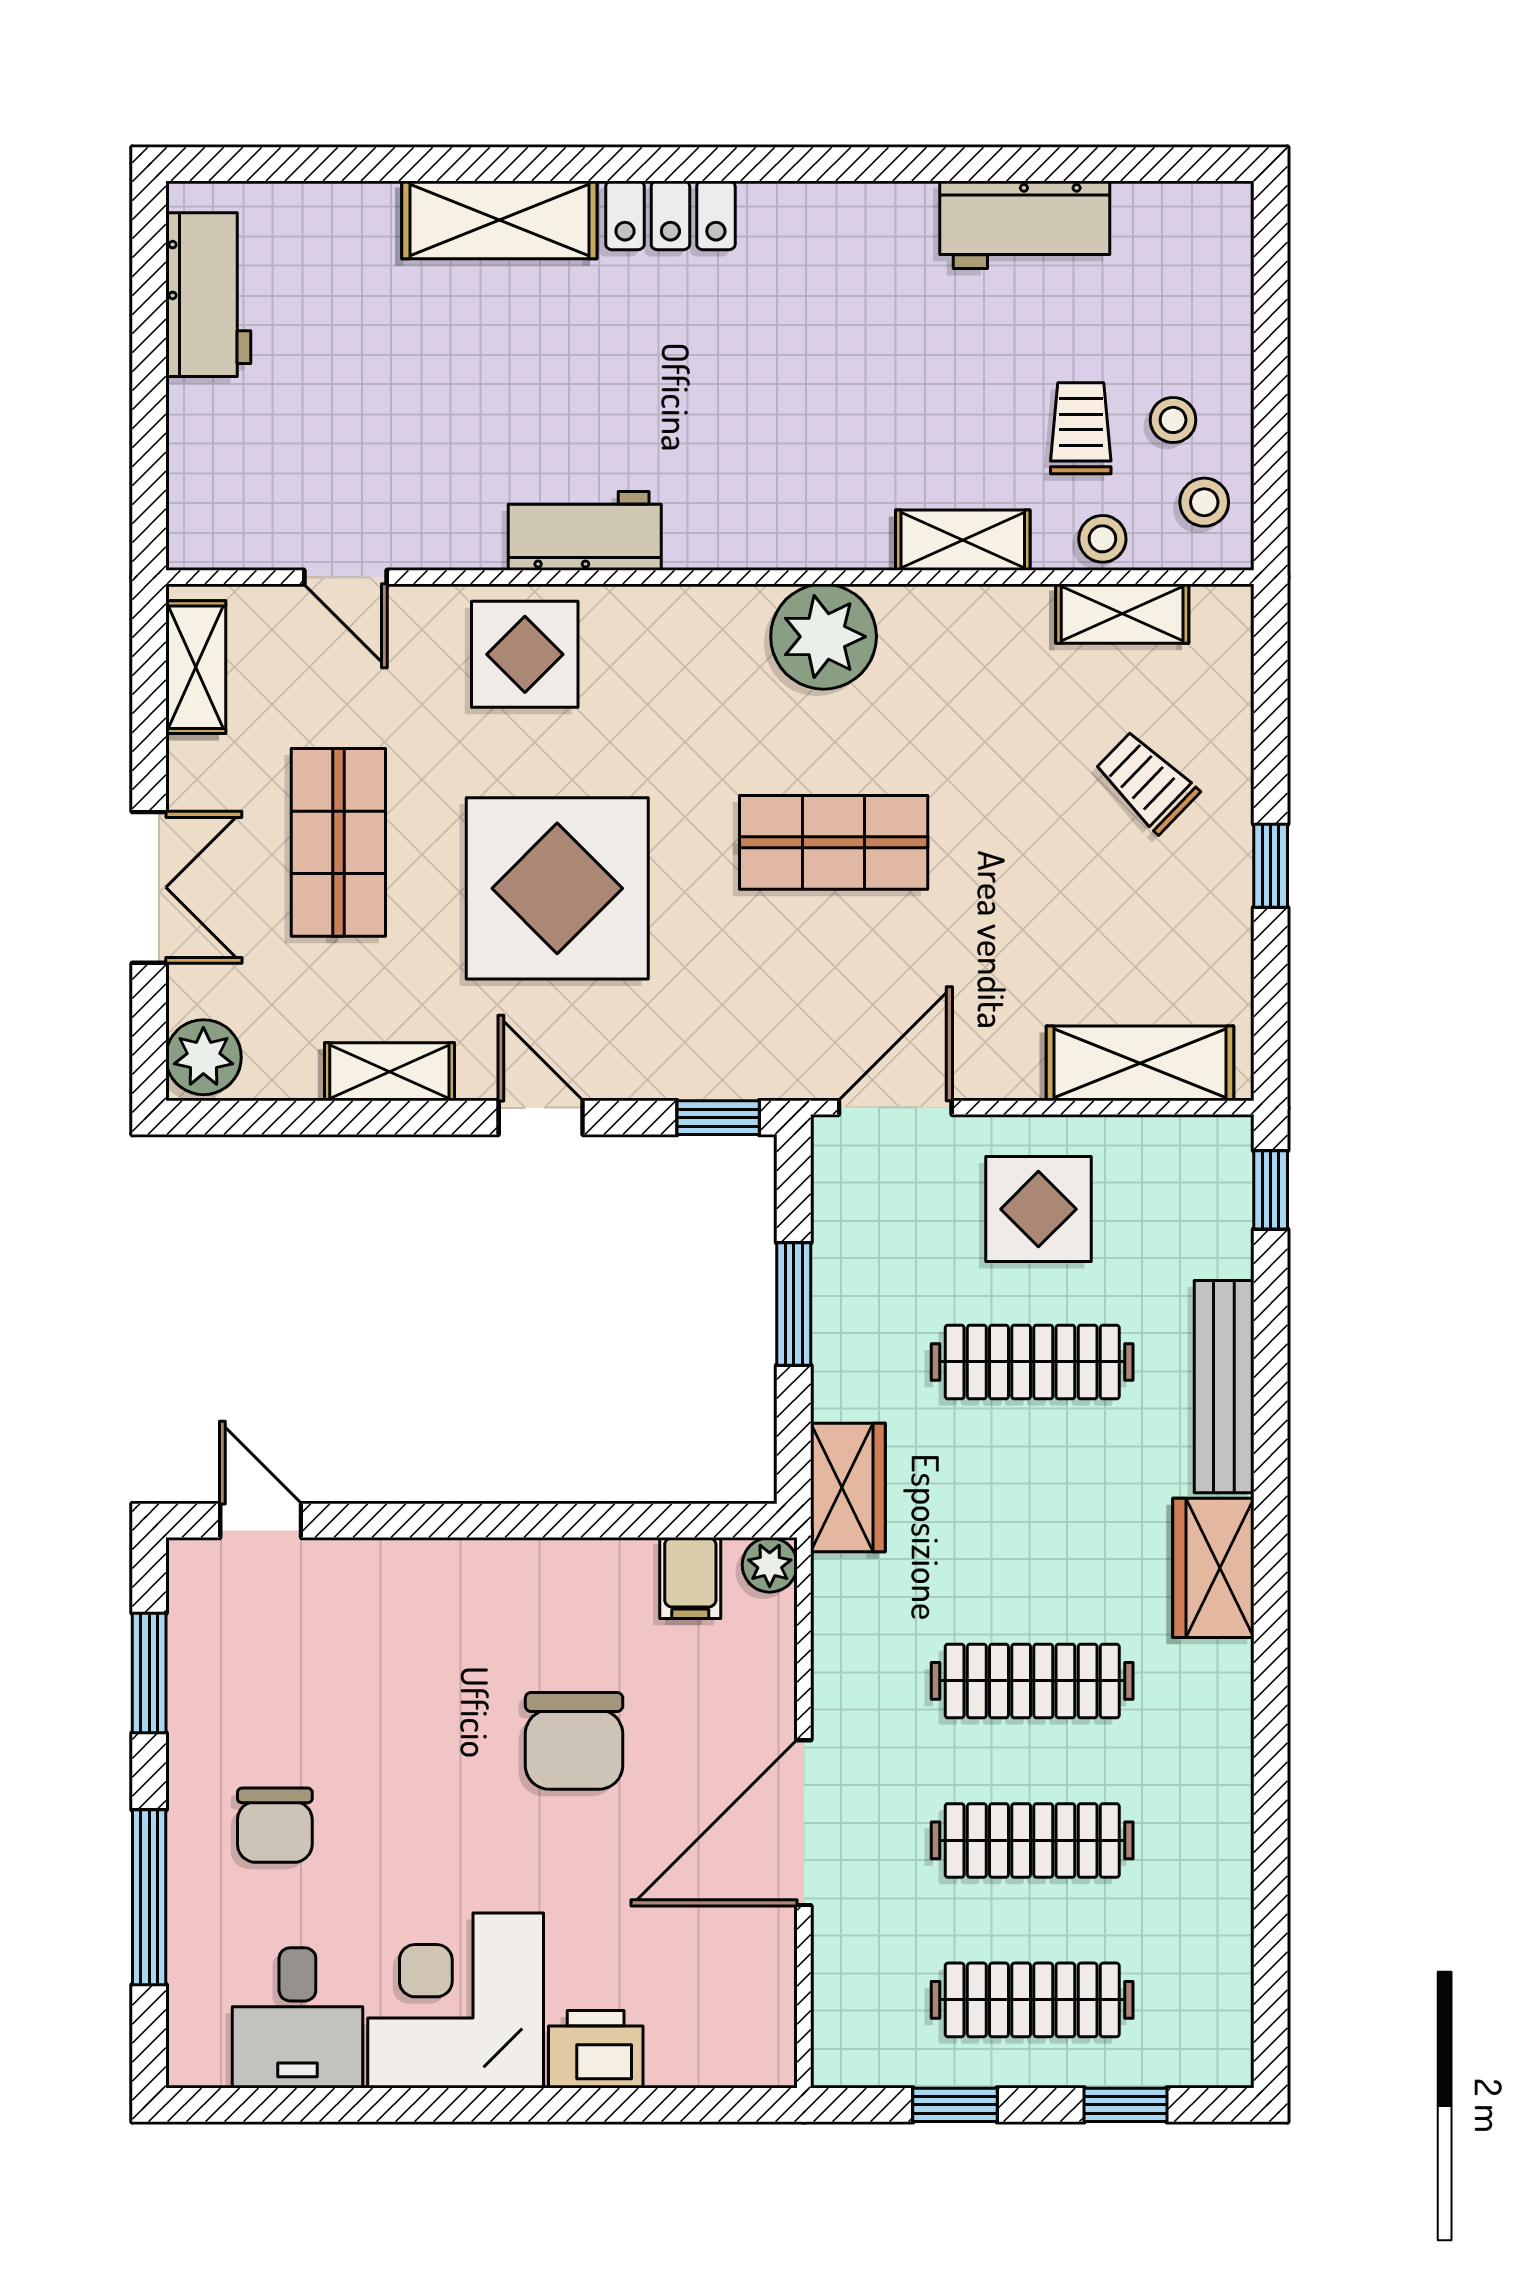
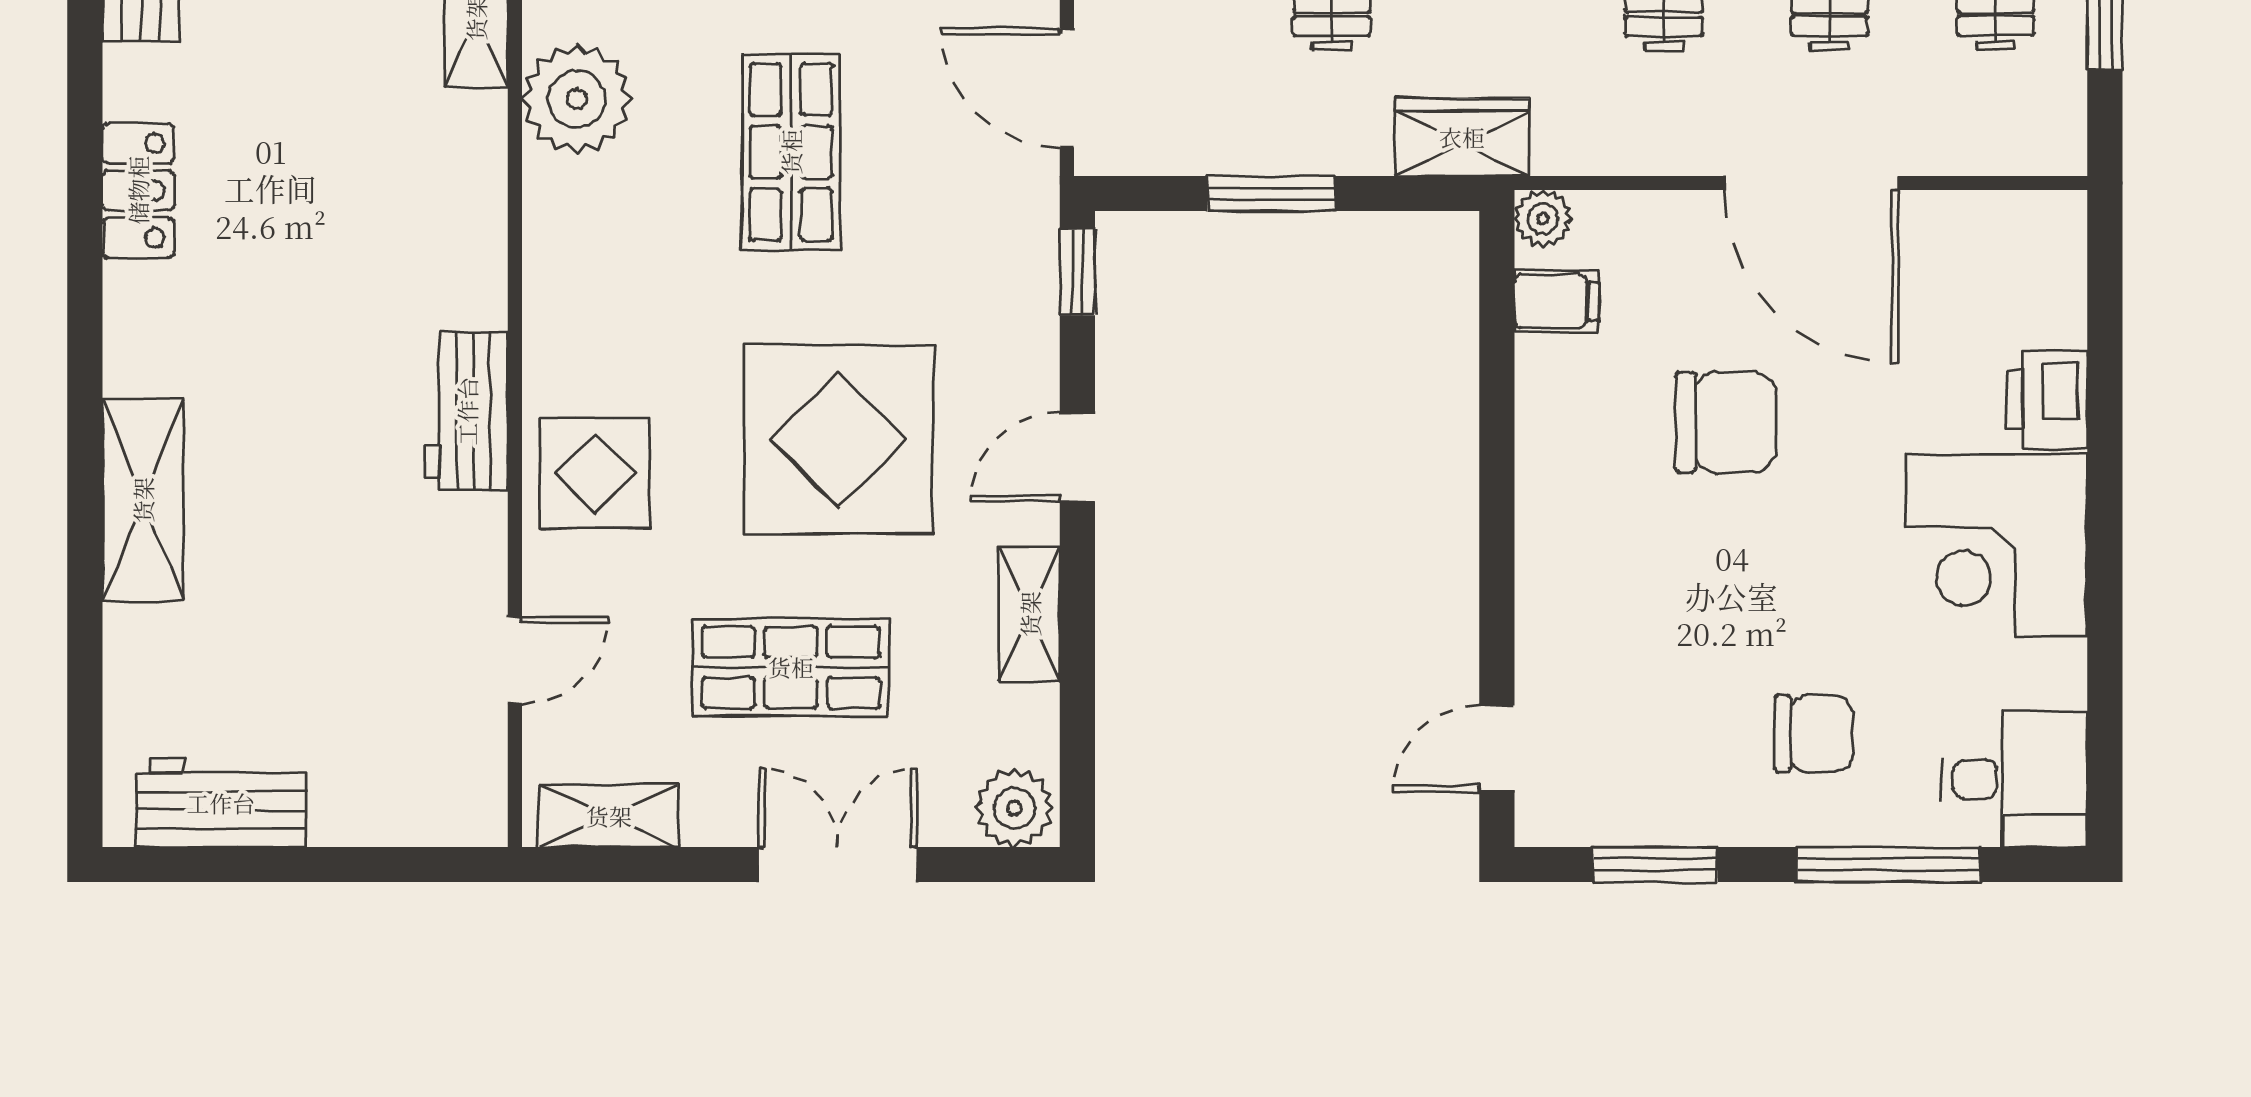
locker: (670, 215) -> (138, 190), moved
plant: (824, 637) -> (577, 99), moved
desk: (297, 2018) -> (2014, 779), moved

